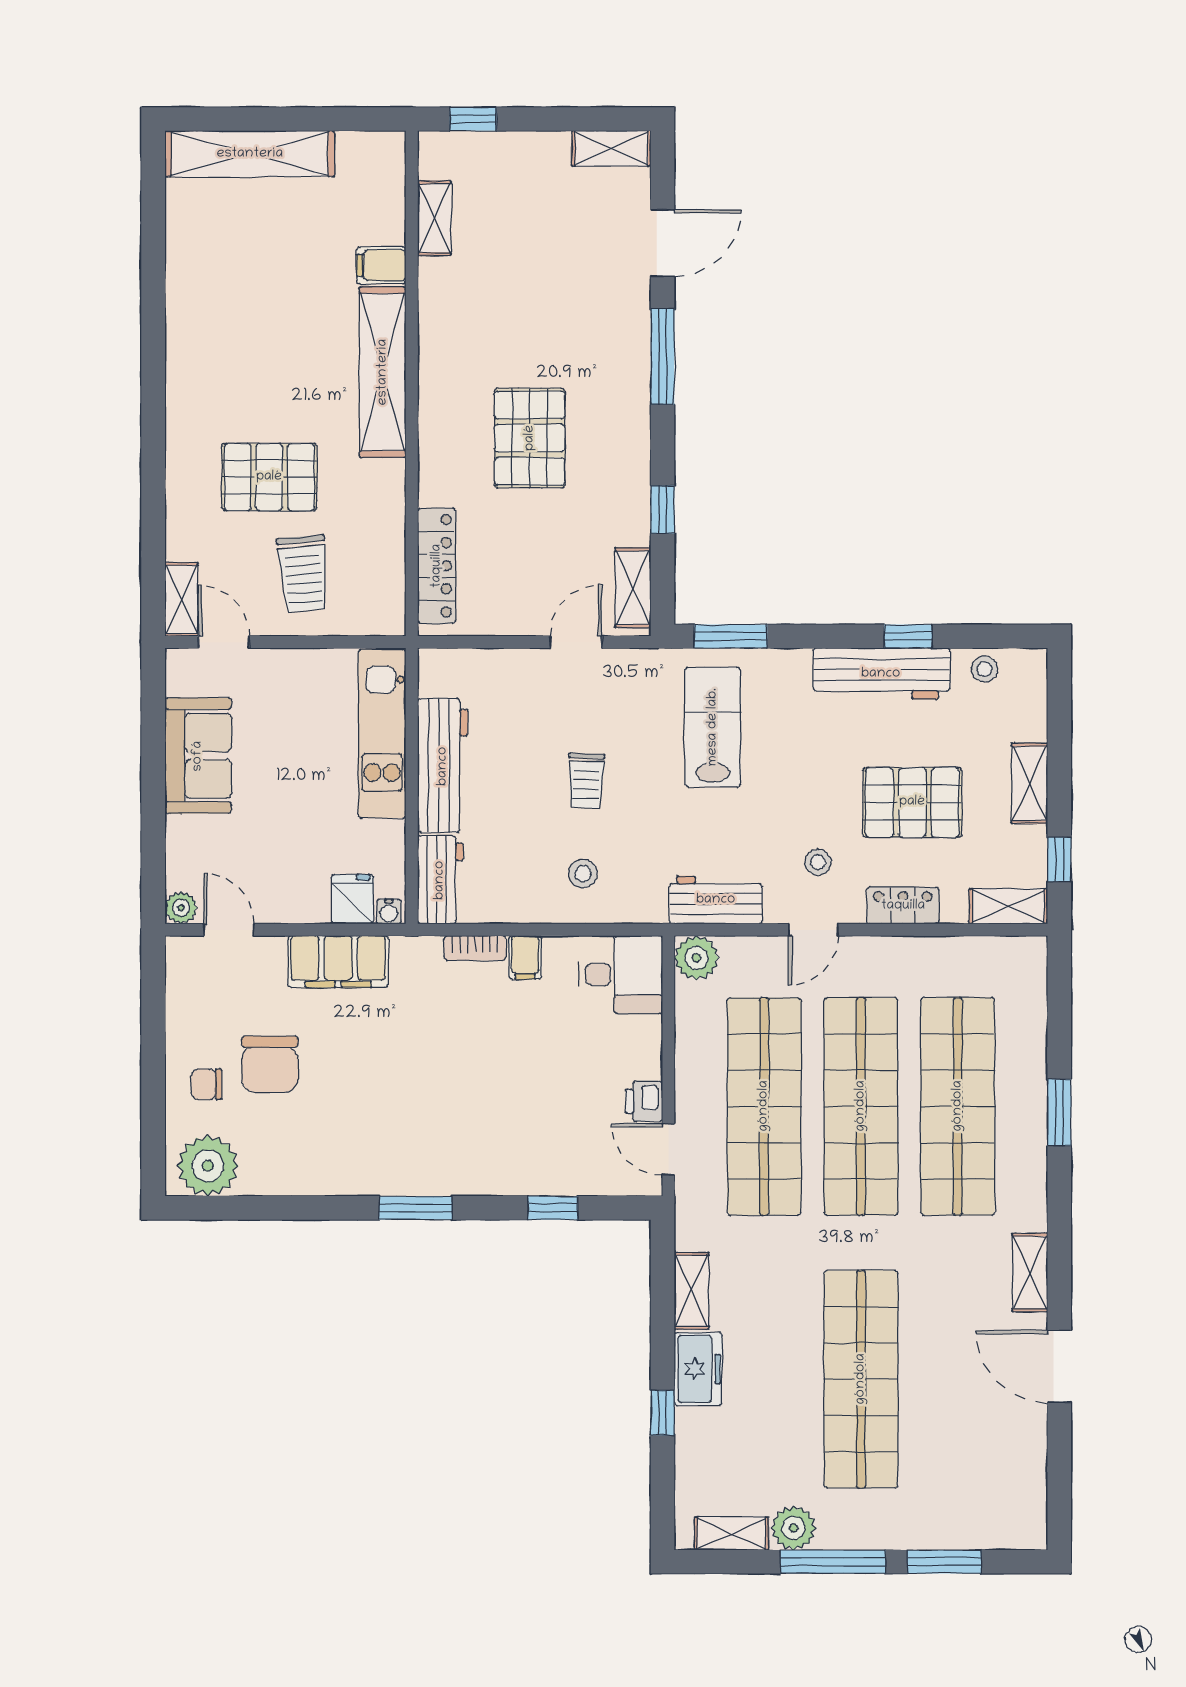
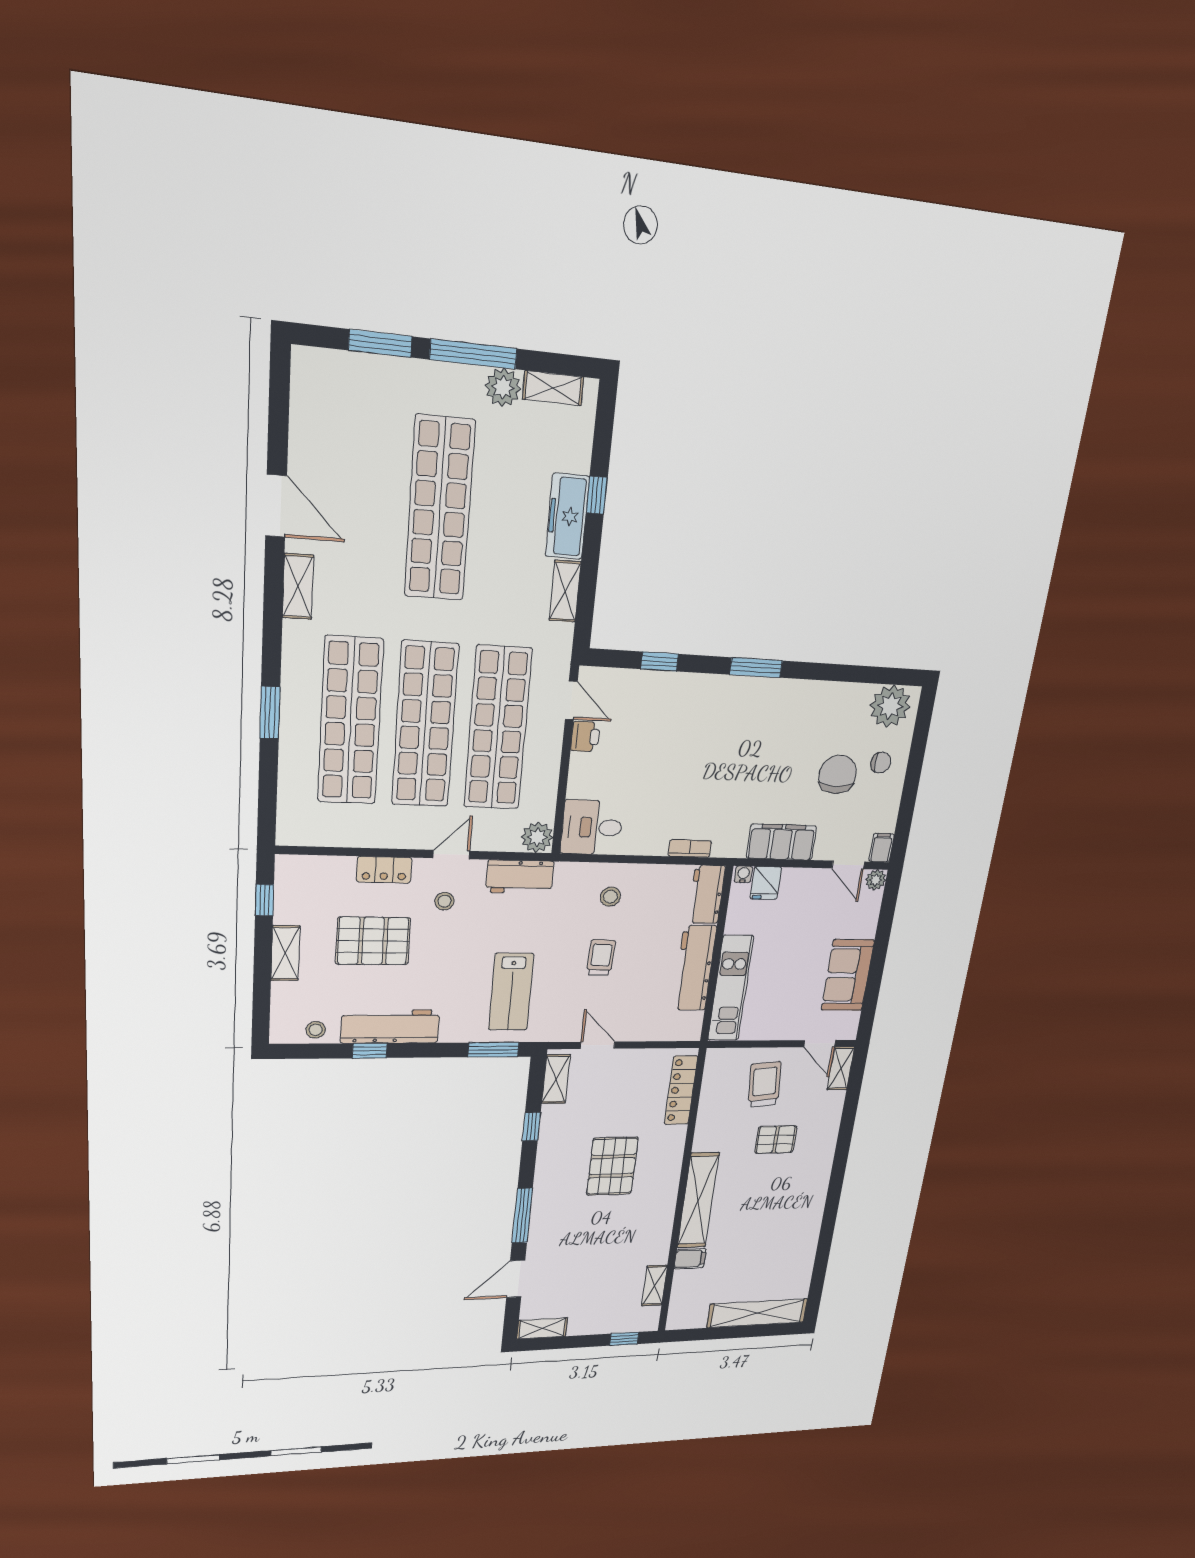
pallet: (269, 477) -> (776, 1140), width x0.67, depth x0.71
door: (576, 642) -> (597, 1045), swing flipped
shelving: (1008, 906) -> (305, 867), removed
filing cabinet: (525, 957) -> (882, 848), moved
freezer: (698, 1369) -> (567, 516), width x1.40

